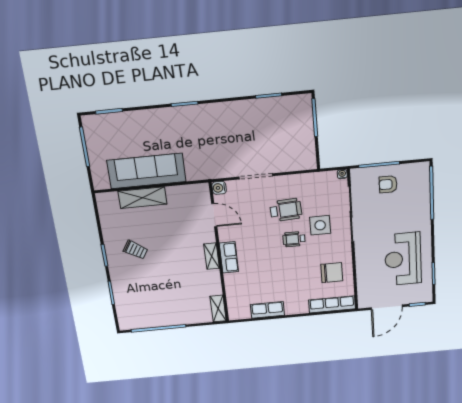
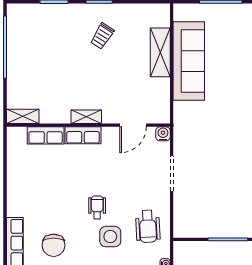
wheelchair: (286, 210) -> (148, 226), moved
row of seats: (267, 310) -> (46, 135), moved, turned 90

